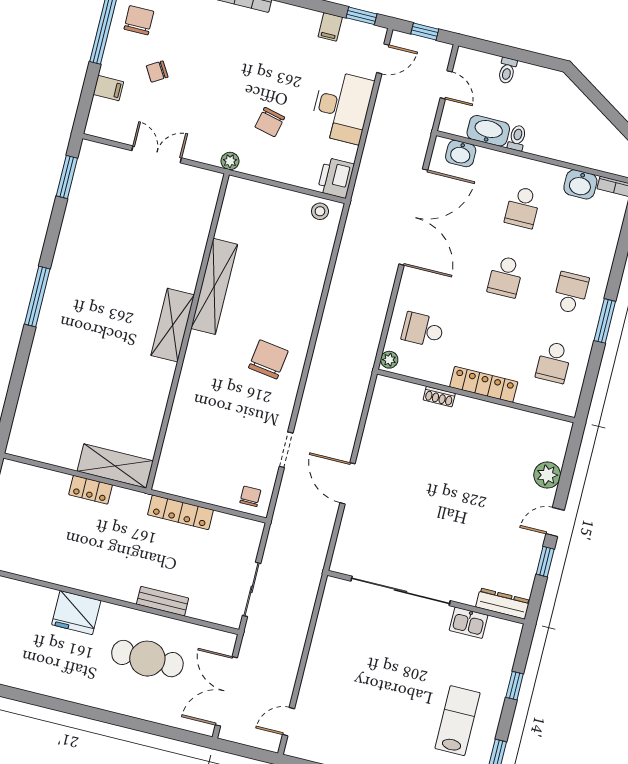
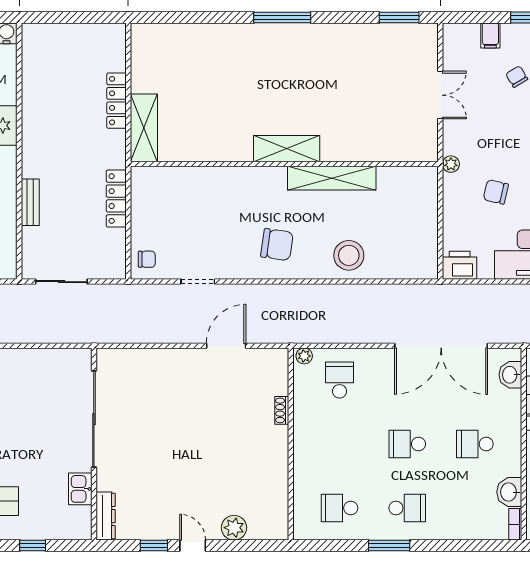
stool: (320, 211) -> (349, 255), moved, width x1.89, depth x1.89
locker: (484, 384) -> (303, 449), removed
door: (347, 483) -> (226, 346), moved
locker: (91, 490) -> (116, 101), width x1.53

